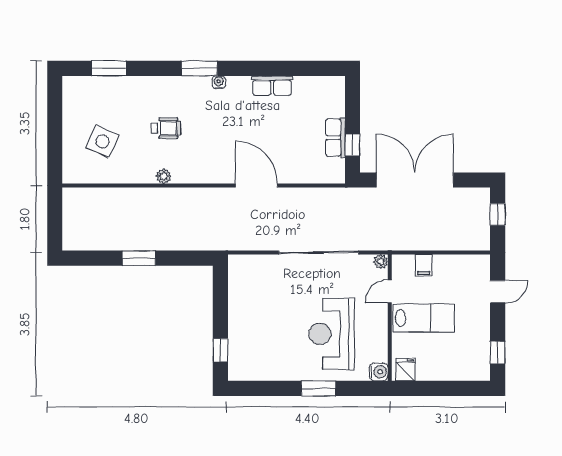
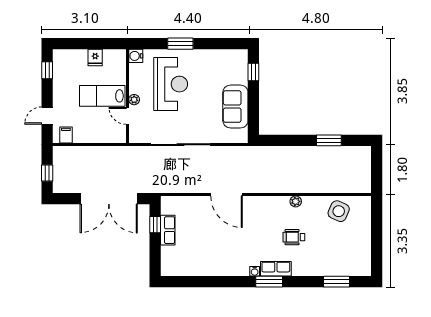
row of seats: (272, 86) -> (276, 269), moved
side table: (102, 141) -> (339, 211), moved
window: (139, 258) -> (329, 140), moved
plant: (381, 261) -> (134, 100), moved
filing cabinet: (424, 265) -> (66, 135), moved
door: (390, 291) -> (127, 116), swing flipped
sofa: (245, 304) -> (235, 107), added
fridge: (406, 370) -> (95, 57), moved

